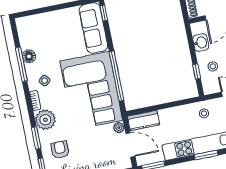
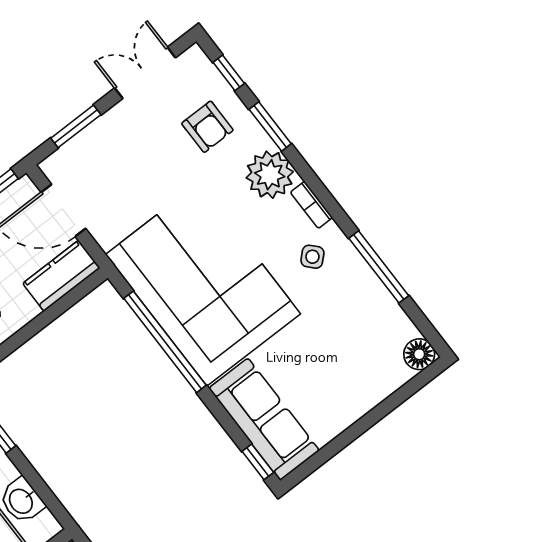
floor lamp: (29, 56) -> (419, 354), moved
plant: (119, 128) -> (106, 235), removed

